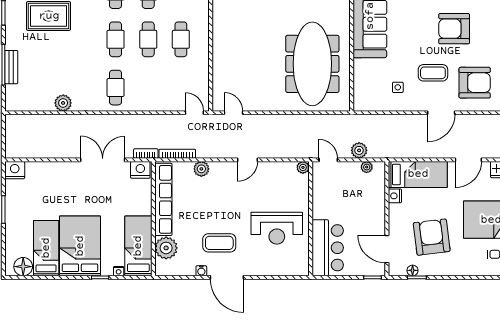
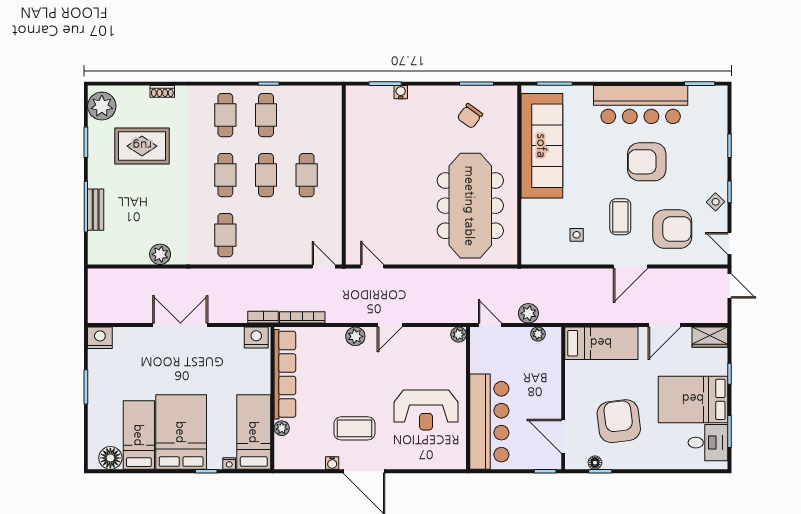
coffee table: (433, 73) -> (620, 217), turned 90
double door: (103, 160) -> (180, 325), moved
plant: (201, 169) -> (355, 336), moved
nightstand: (395, 196) -> (573, 370), removed
plant: (166, 248) -> (282, 428), width x0.53, depth x0.53
bar counter: (328, 248) -> (489, 422), width x1.36

